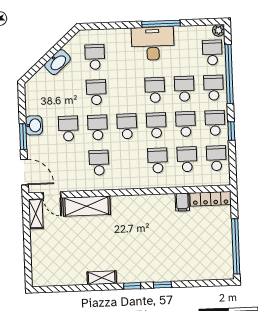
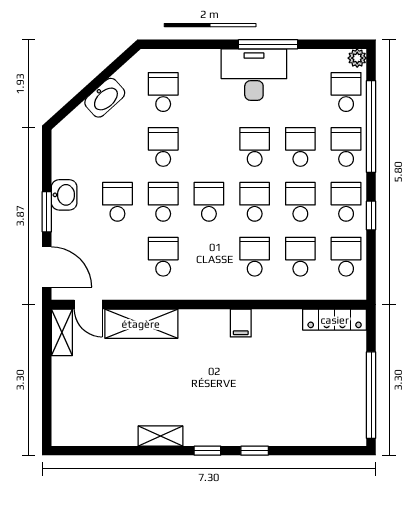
filing cabinet: (182, 202) -> (241, 323), moved

